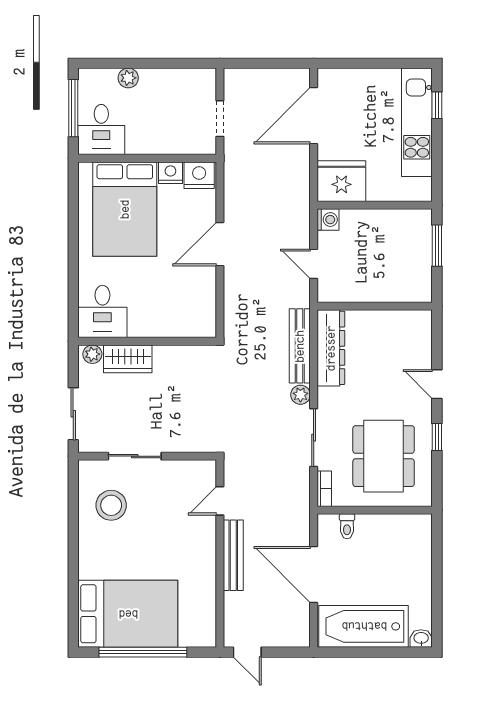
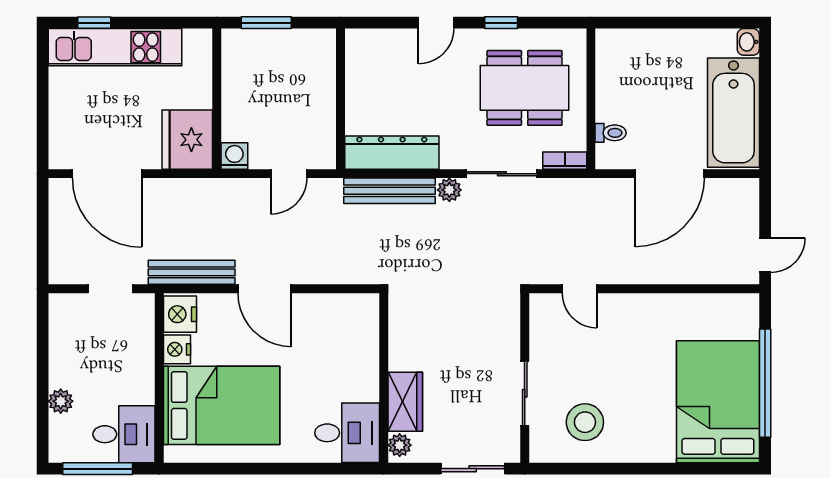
bench: (233, 555) -> (192, 272), moved

